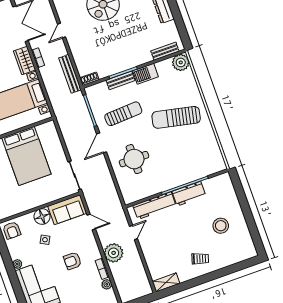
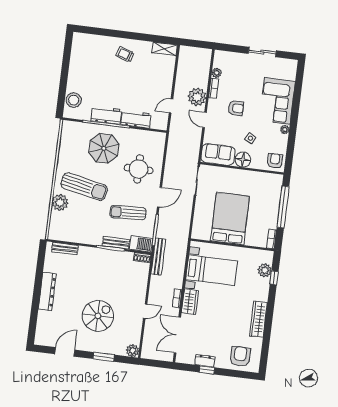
plant: (181, 62) -> (60, 202), moved
bench: (70, 74) -> (158, 257), moved
barbecue: (145, 74) -> (141, 244), moved
parasol: (176, 162) -> (104, 148), added
workbench: (154, 206) -> (136, 119), width x0.73
door: (91, 222) -> (205, 120), moved
stool: (221, 226) -> (74, 100), moved

